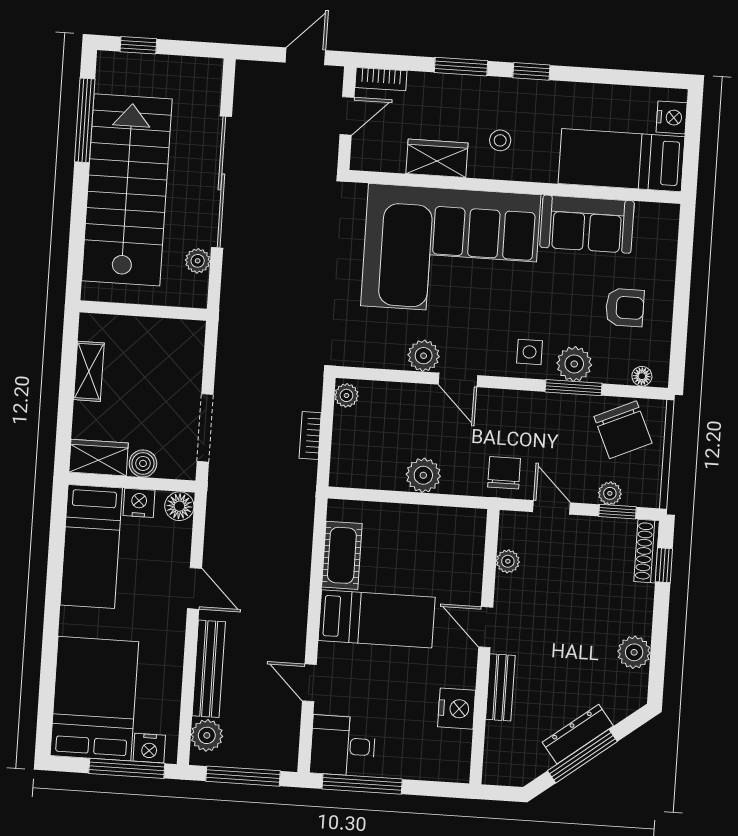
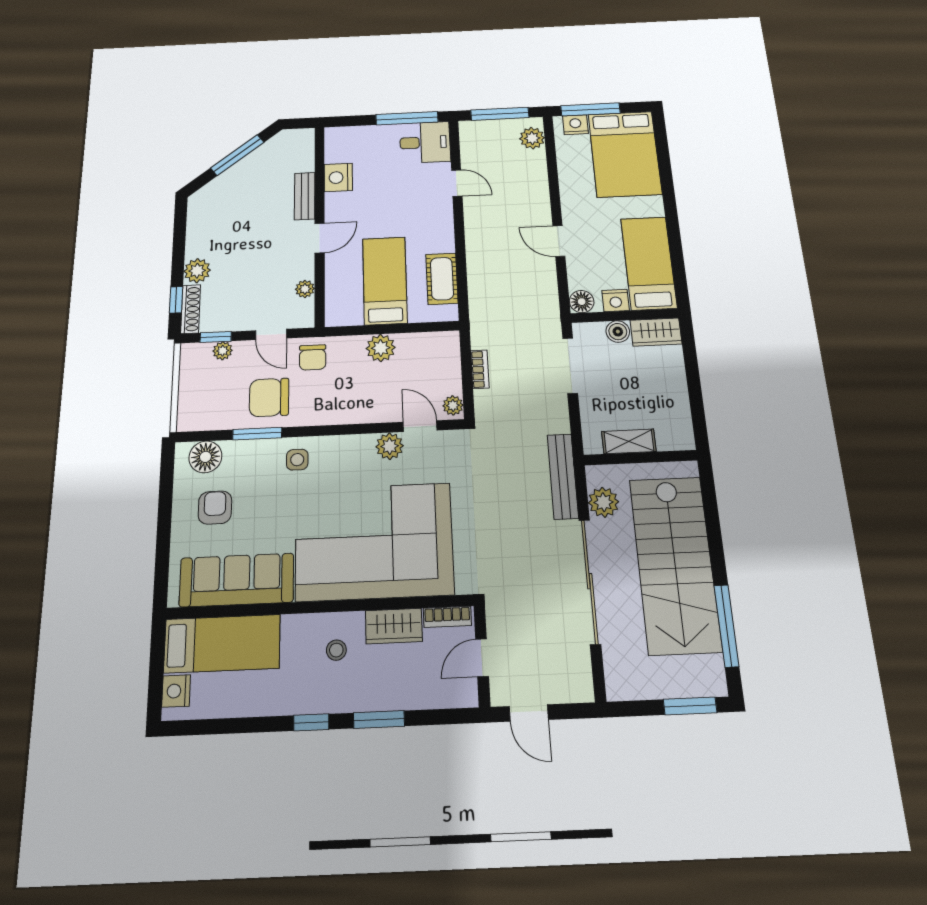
window: (138, 45) -> (690, 706), width x1.50
door: (305, 56) -> (529, 713), hinge flipped
bookcase: (381, 79) -> (447, 617), moved, turned 180
sofa: (587, 224) -> (237, 580), width x1.36
plant: (198, 261) -> (604, 502), width x1.38, depth x1.38
armchair: (625, 308) -> (215, 508), turned 90
plant: (574, 364) -> (258, 454), removed
shelving: (89, 371) -> (629, 441), moved, turned 90
floor lamp: (642, 376) -> (205, 457), width x1.89, depth x1.89
door: (458, 380) -> (420, 426), moved
chair: (623, 430) -> (269, 397), moved, turned -66
bed: (377, 619) -> (385, 281), moved, turned 90
door: (486, 627) -> (320, 238), hinge flipped
plant: (634, 652) -> (197, 271), moved
bench: (209, 669) -> (563, 476), moved
dresser: (578, 734) -> (242, 170), removed

